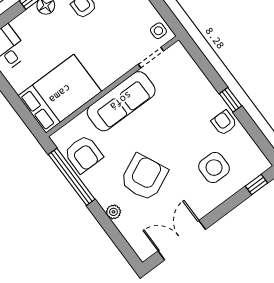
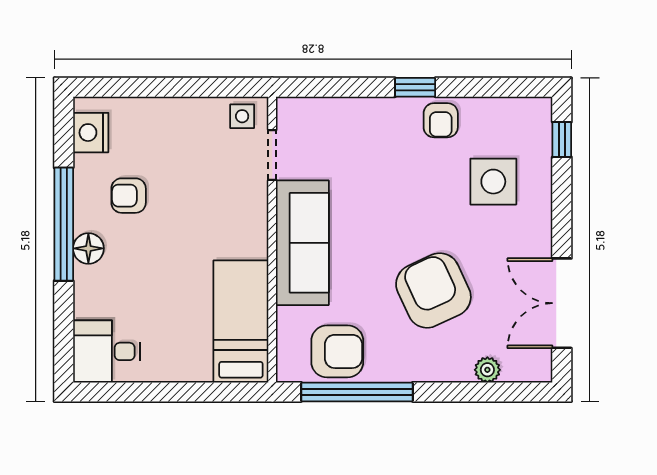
bed: (60, 94) -> (241, 321), width x0.67
armchair: (224, 123) -> (441, 120), turned -90
plant: (113, 212) -> (487, 370), moved

